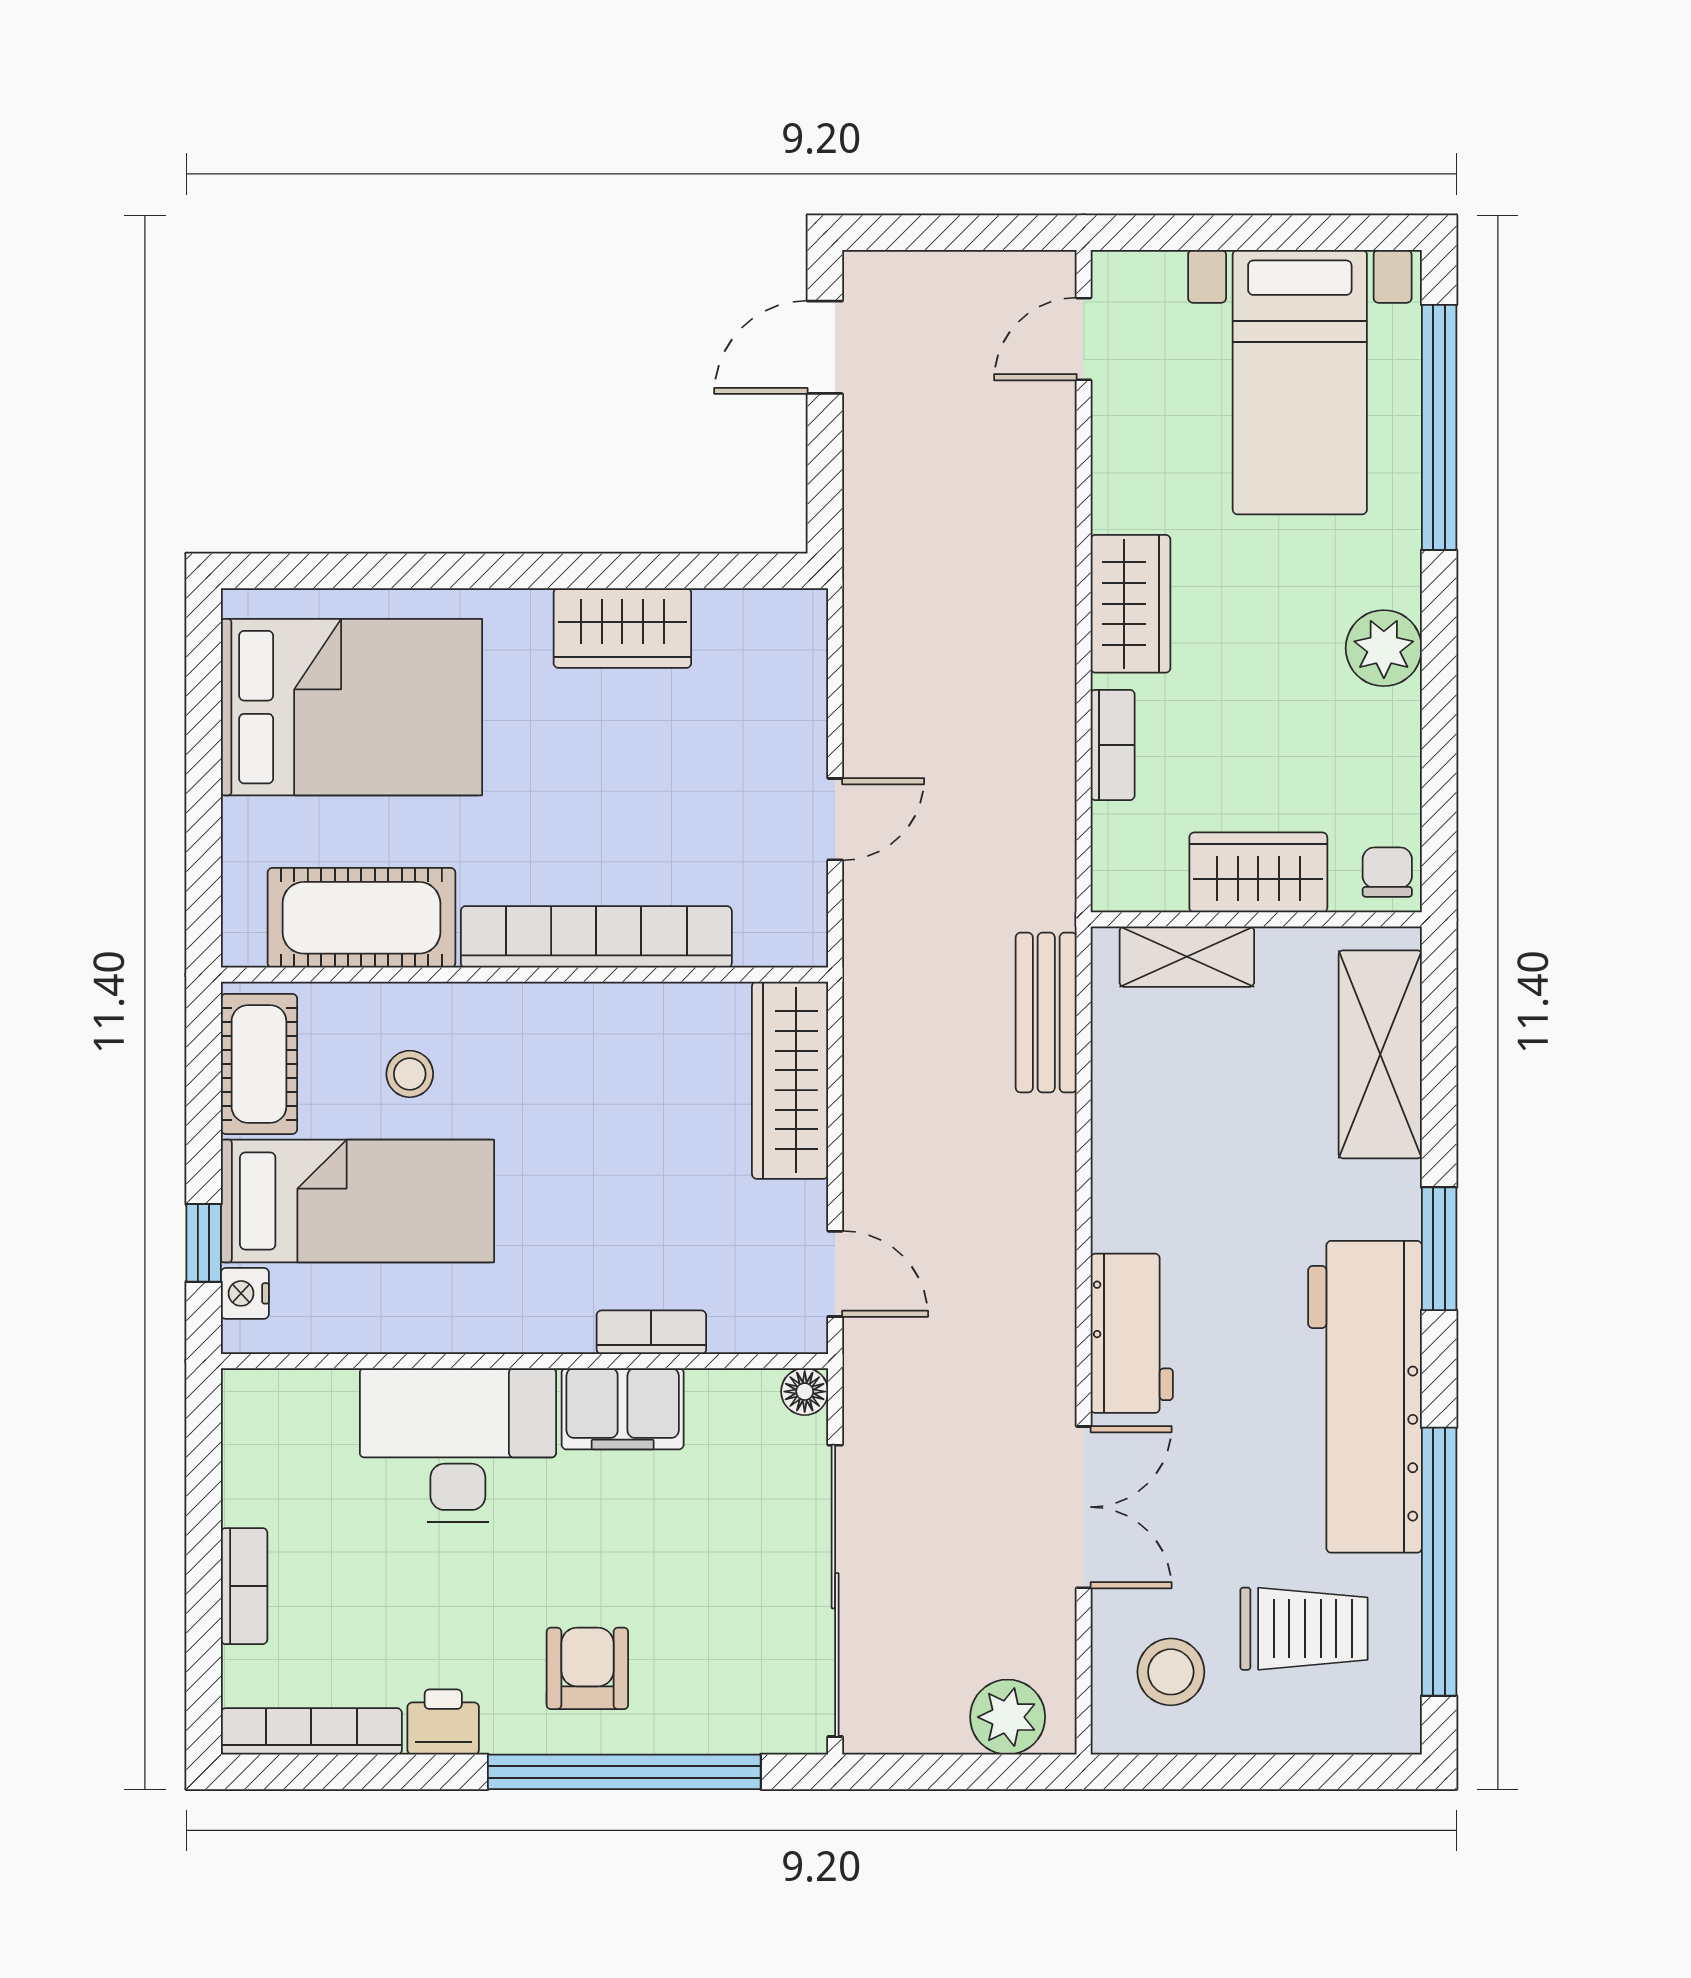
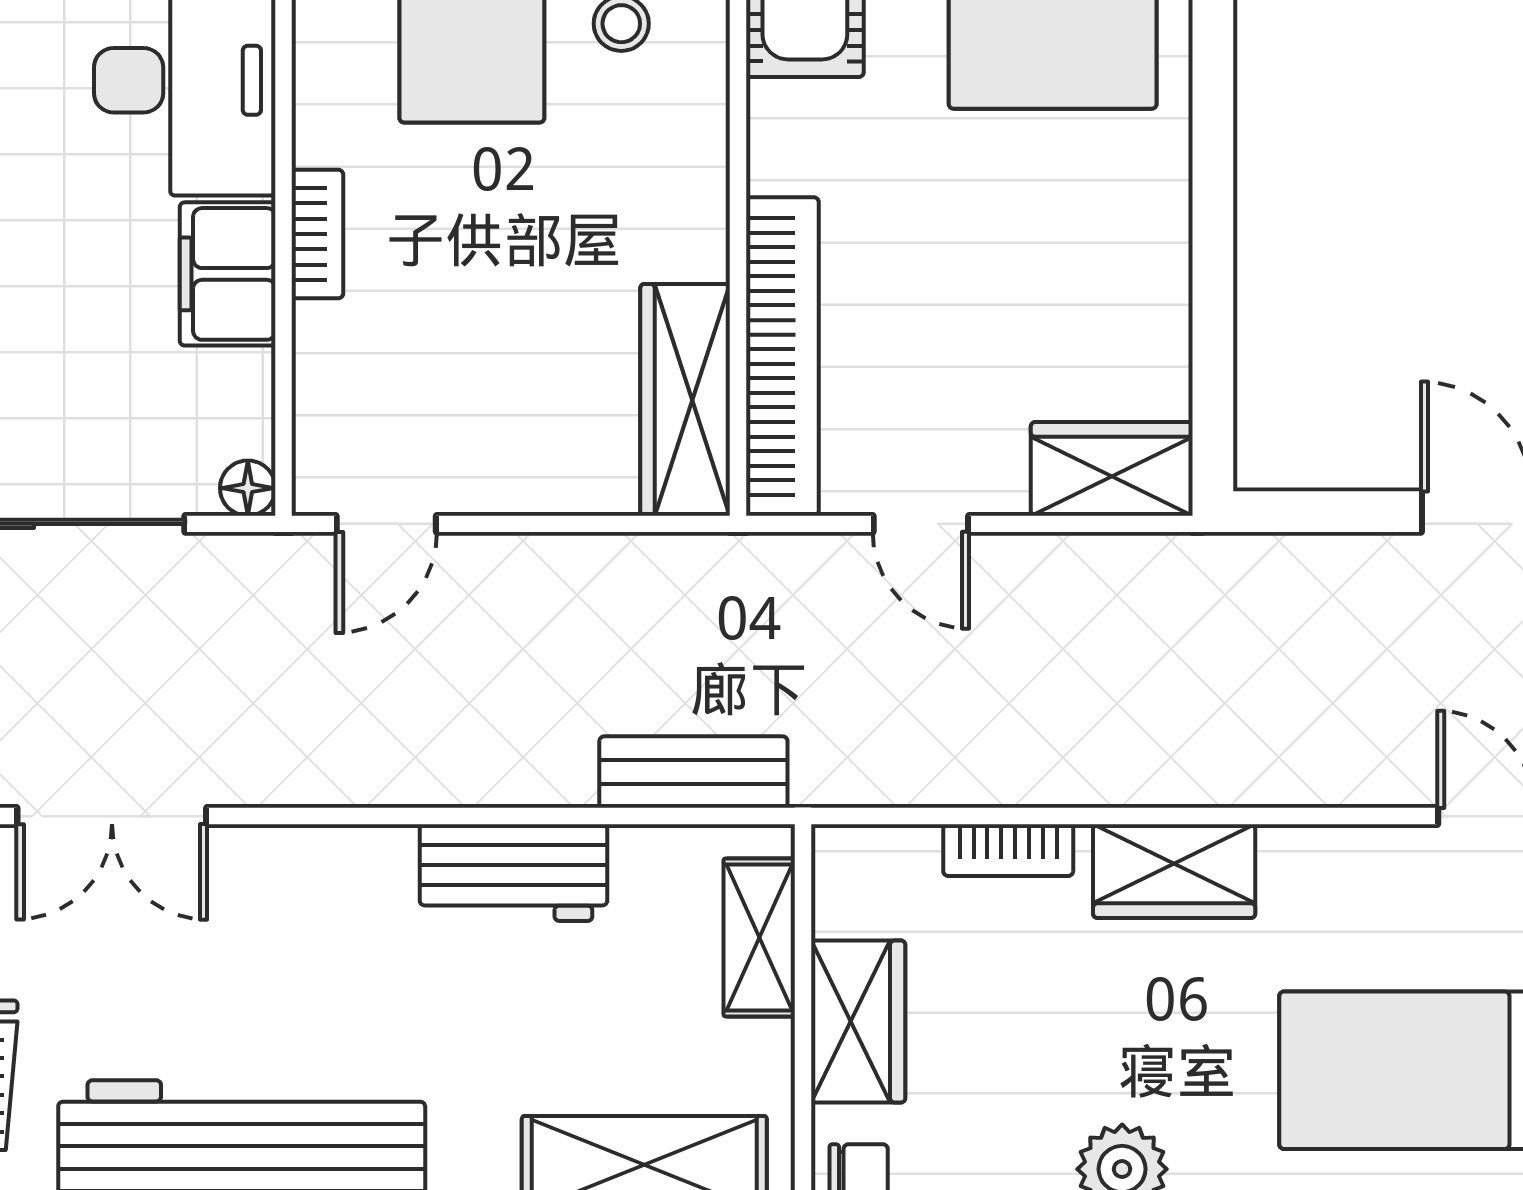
wardrobe: (622, 628) -> (1112, 469), moved, turned 90
bookcase: (596, 937) -> (782, 356), moved
wardrobe: (790, 1080) -> (685, 400), moved, turned -90
bookcase: (651, 1332) -> (317, 234), moved
workbench: (1132, 1333) -> (513, 873), moved

